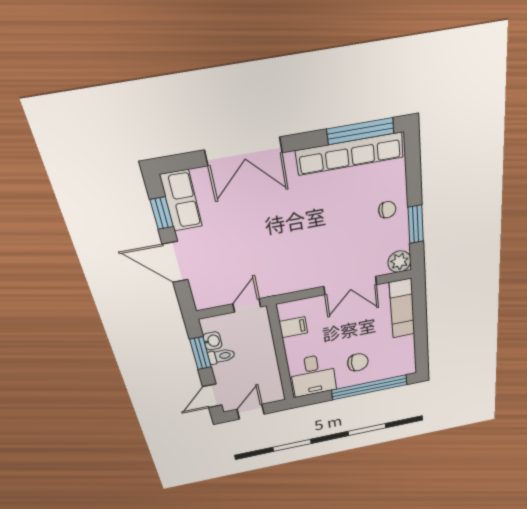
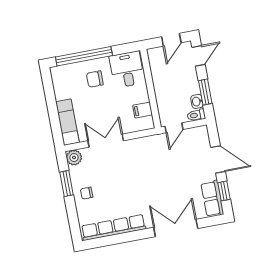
window: (360, 131) -> (108, 241), removed
toilet: (221, 356) -> (196, 115), moved

